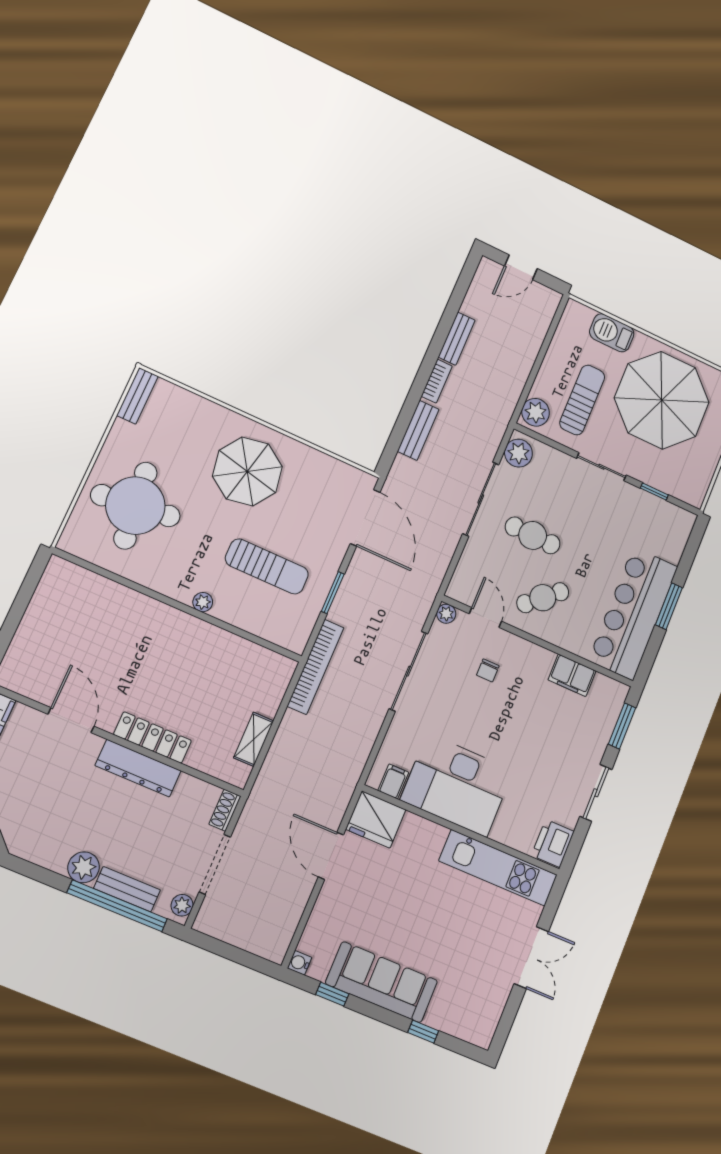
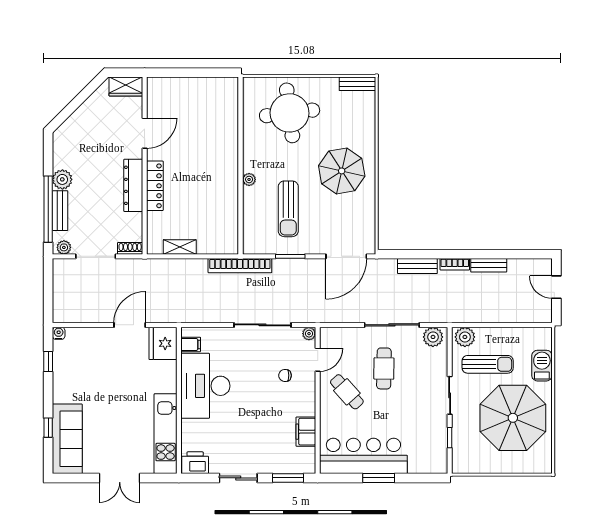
sofa: (382, 982) -> (67, 439), moved

